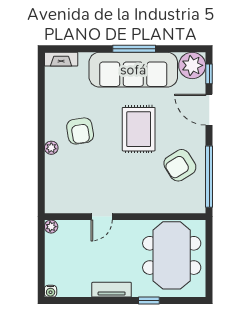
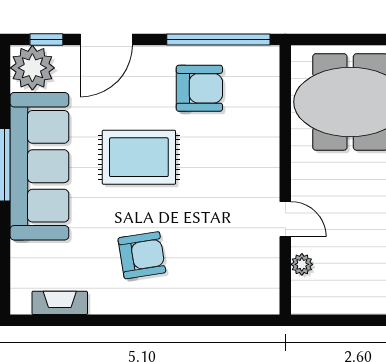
fireplace: (61, 59) -> (60, 303), moved, turned -90
plant: (51, 148) -> (170, 303), removed
armchair: (180, 165) -> (199, 88), turned -58
plant: (51, 227) -> (302, 264), moved

